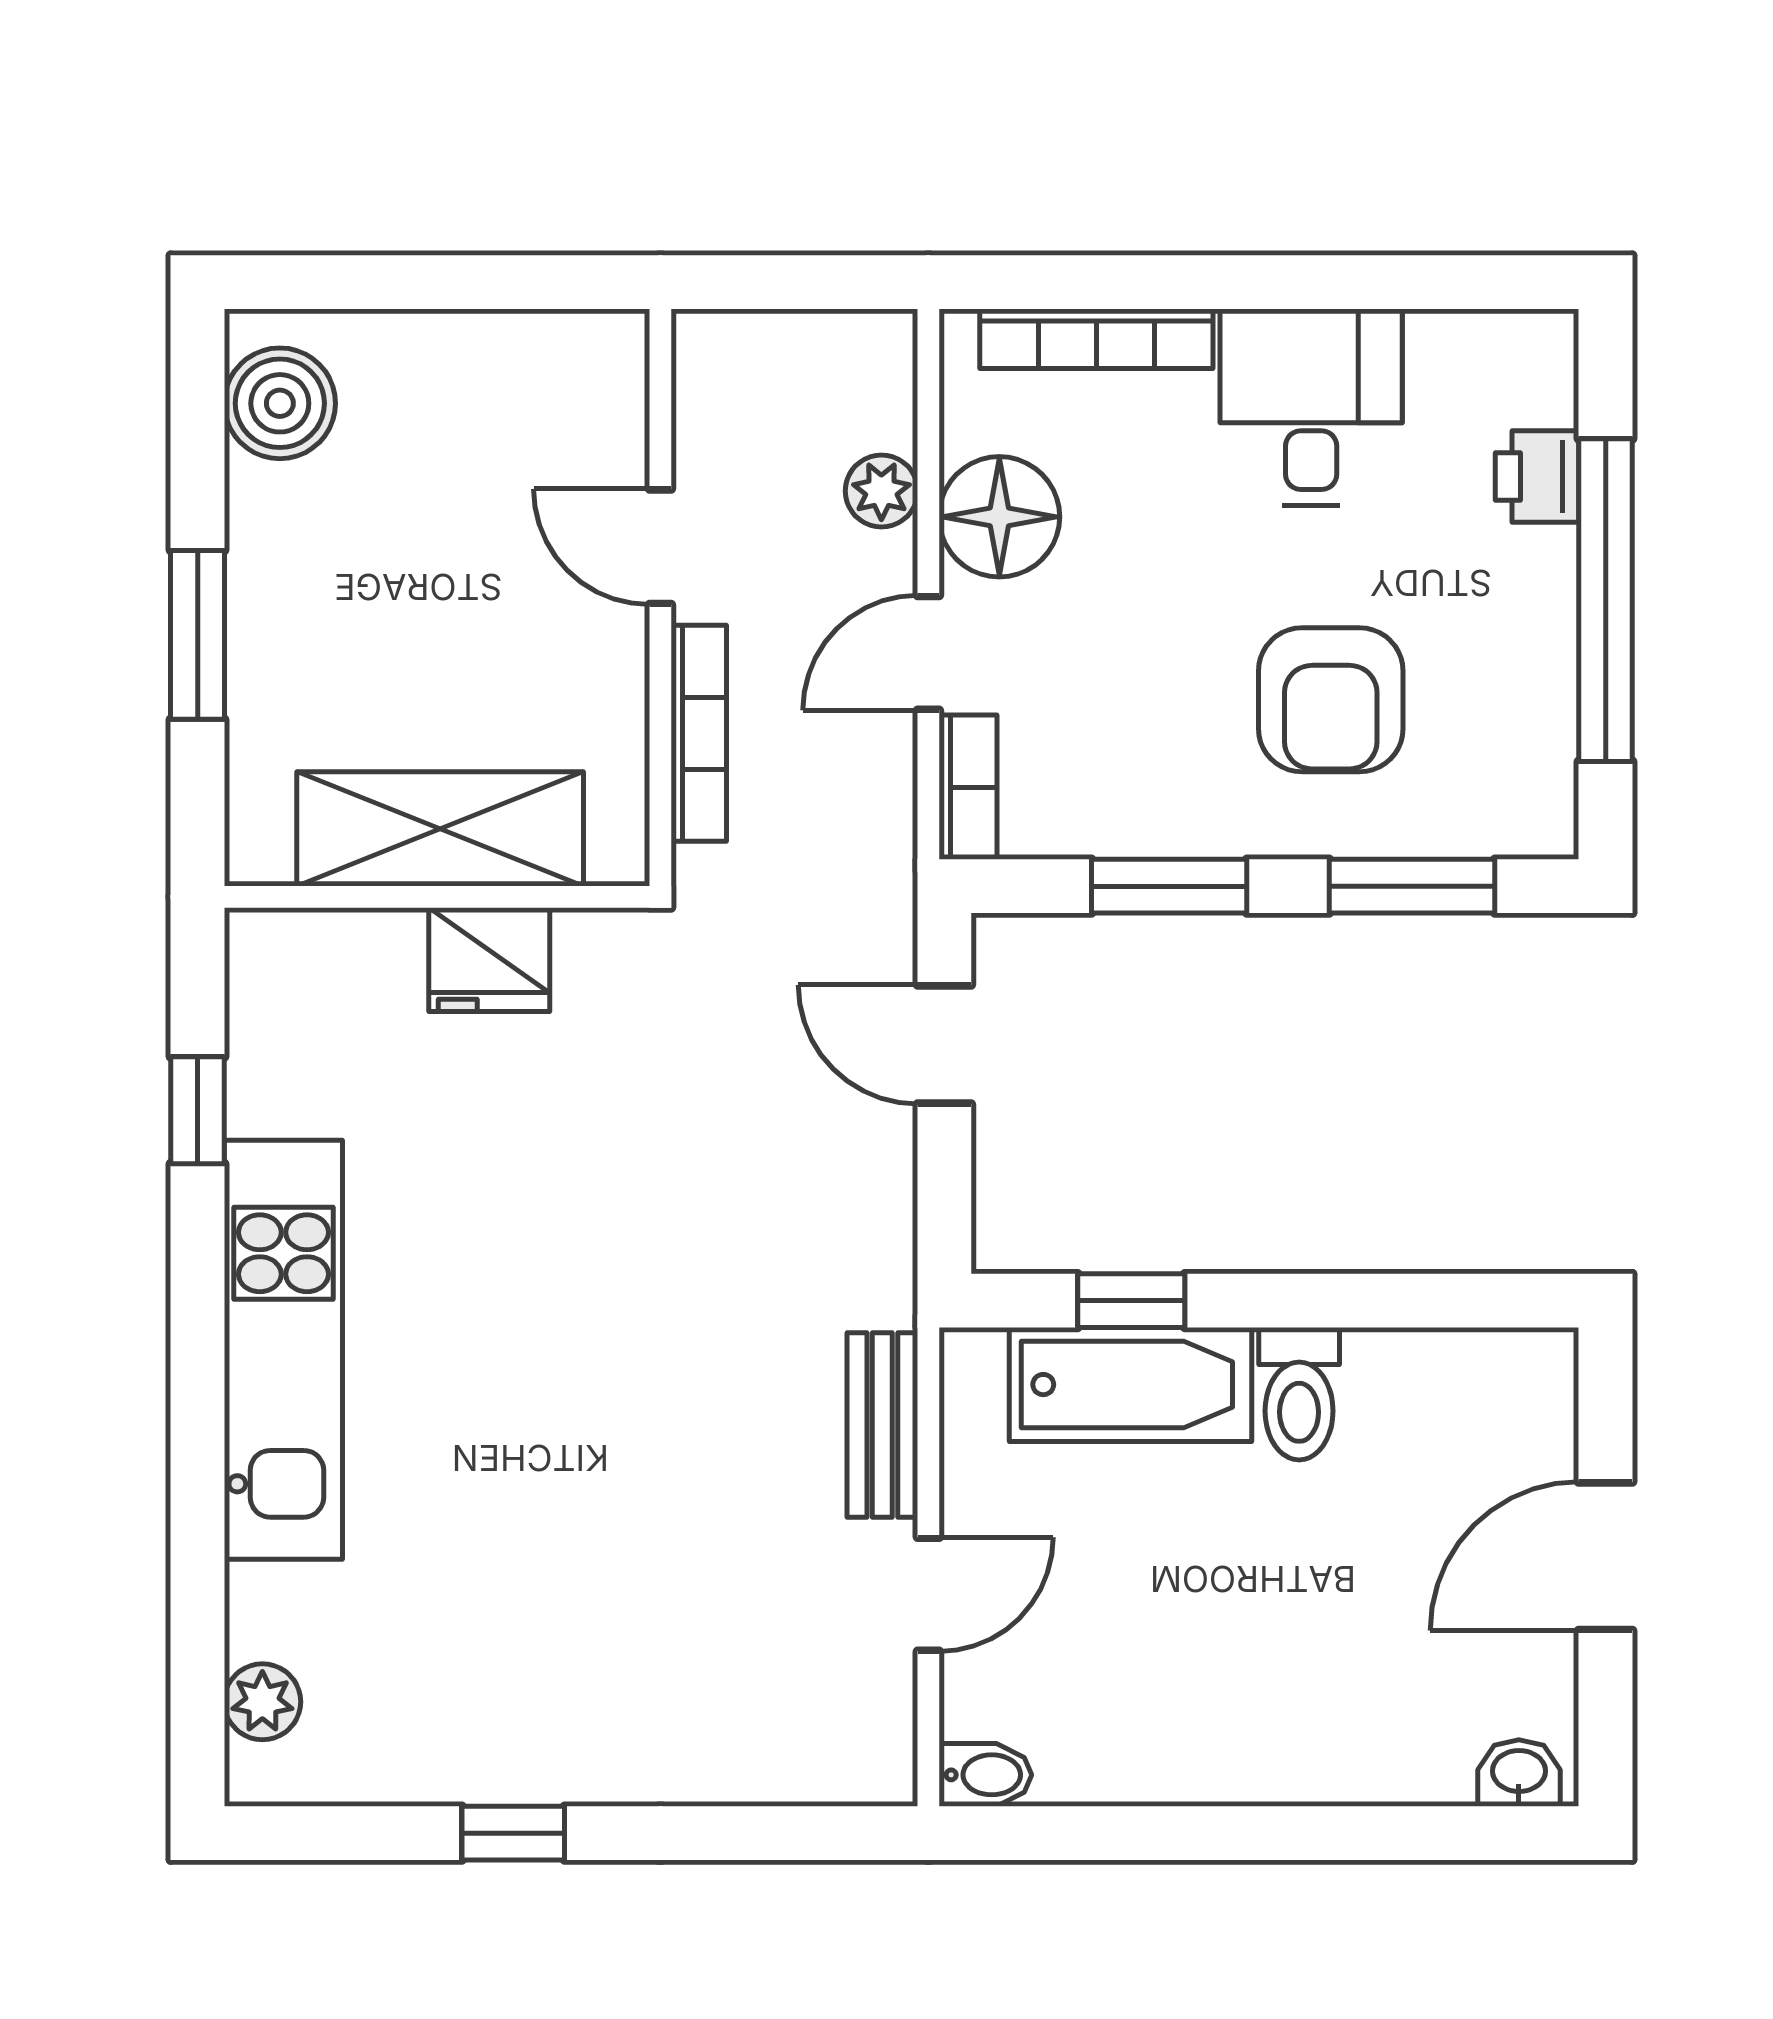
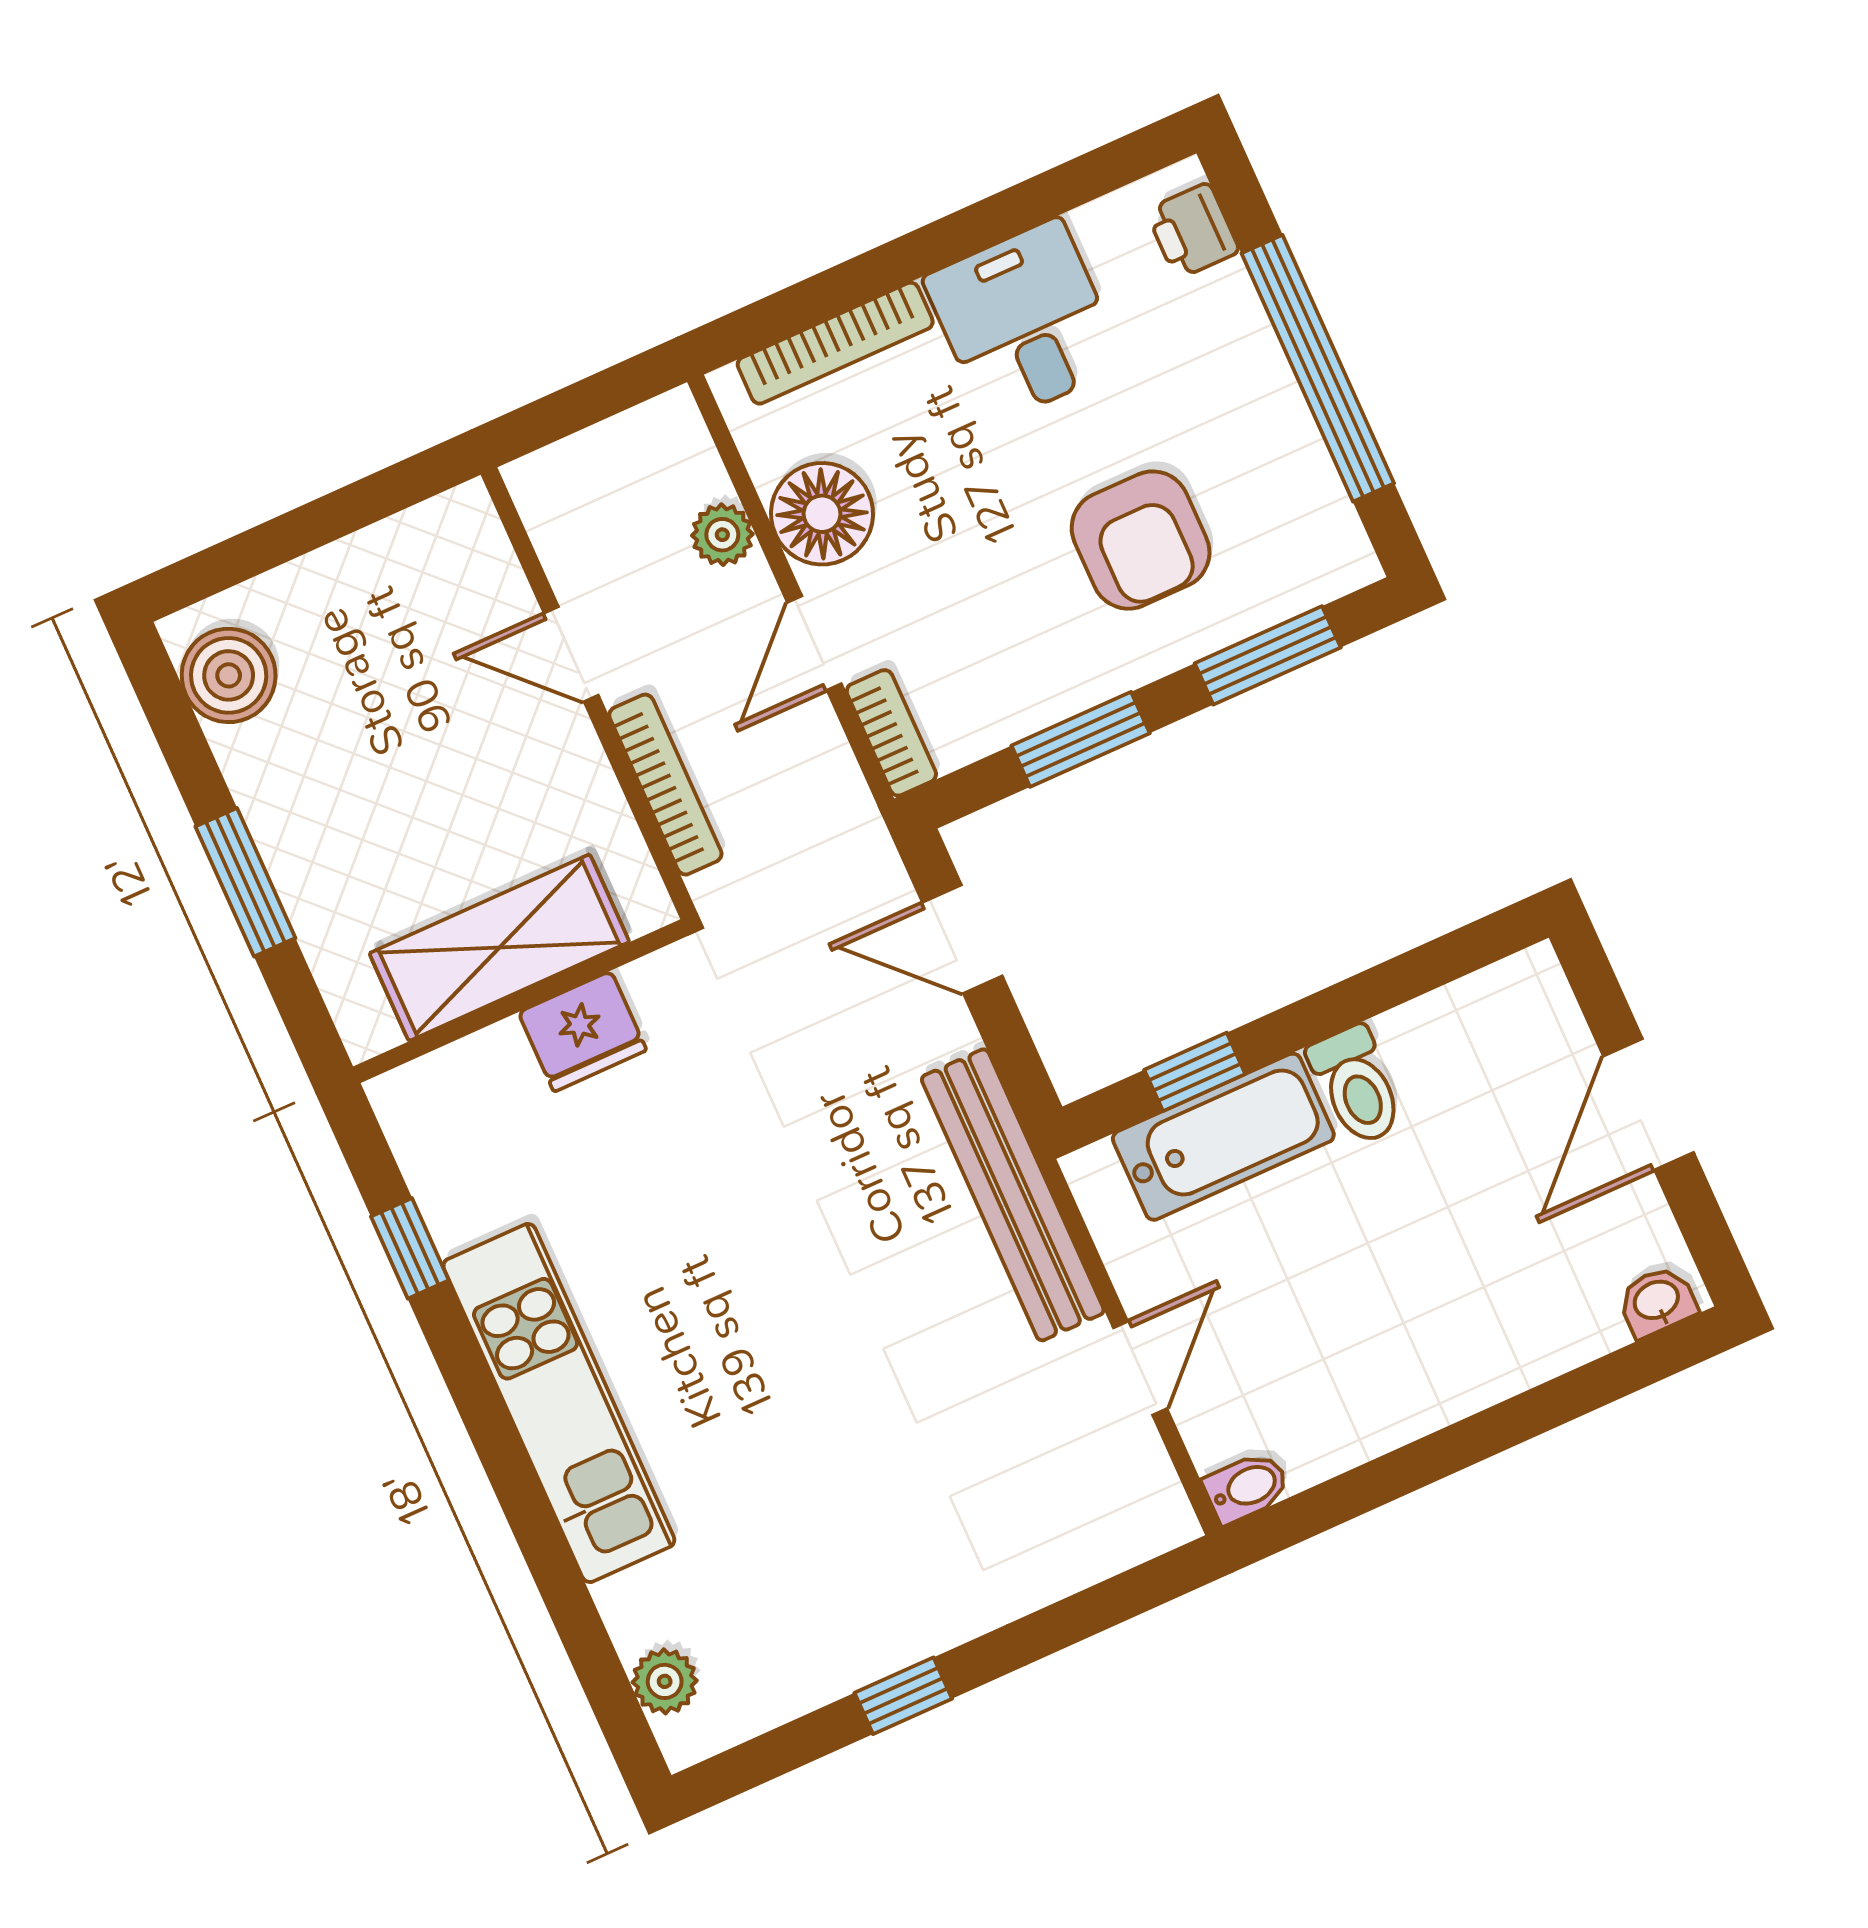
printer: (1537, 476) -> (1193, 231), moved
bench: (882, 1425) -> (1013, 1195), width x1.86, depth x1.21

